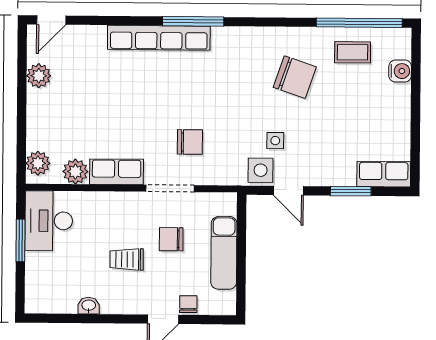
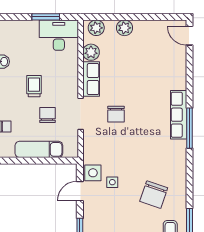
row of seats: (159, 38) -> (179, 115), width x0.73
plant: (39, 76) -> (124, 28), moved
chair: (190, 142) -> (116, 114), moved

